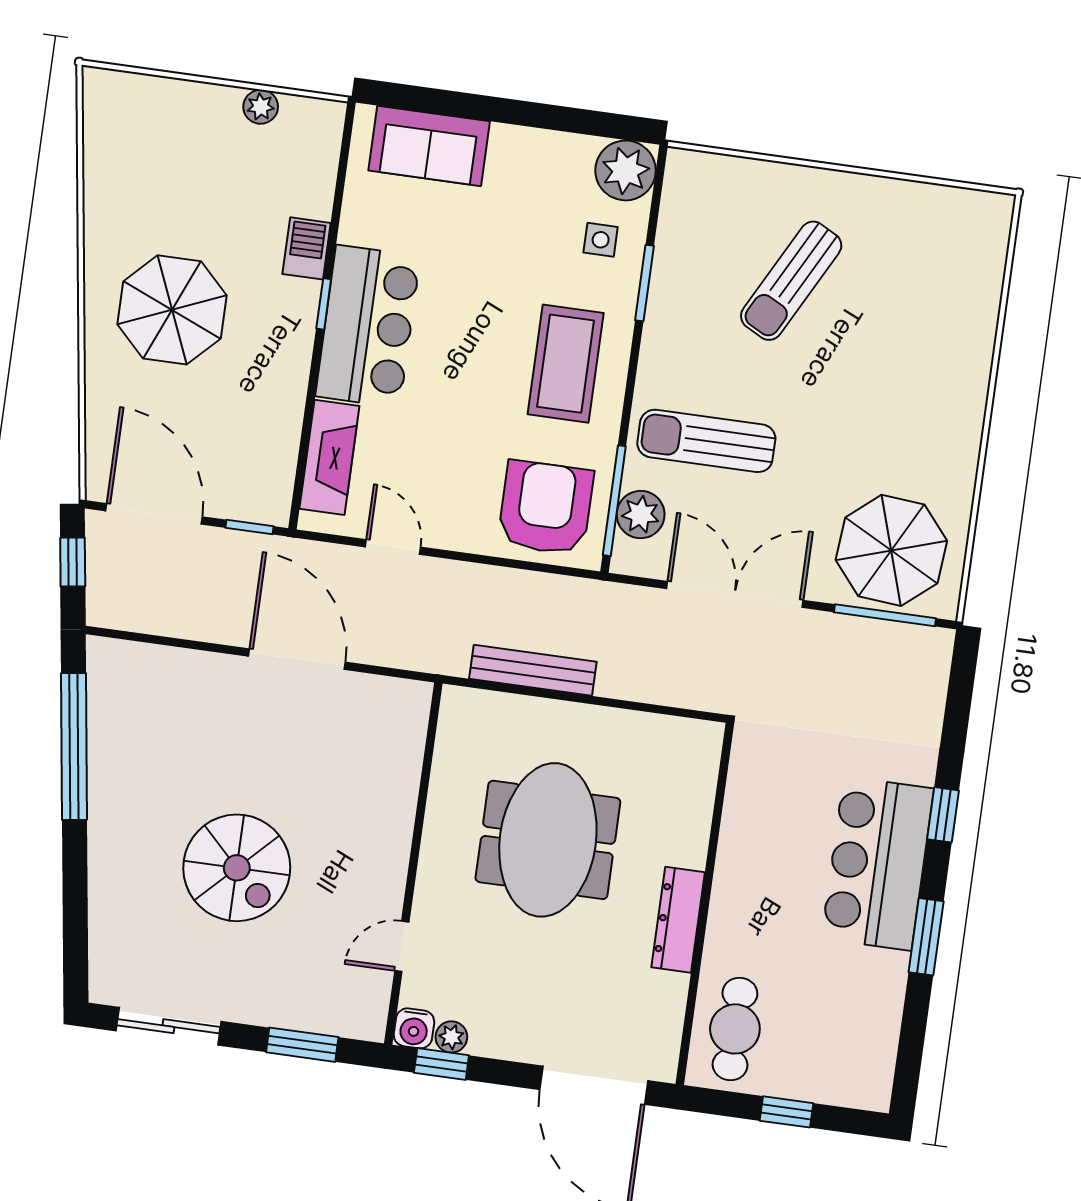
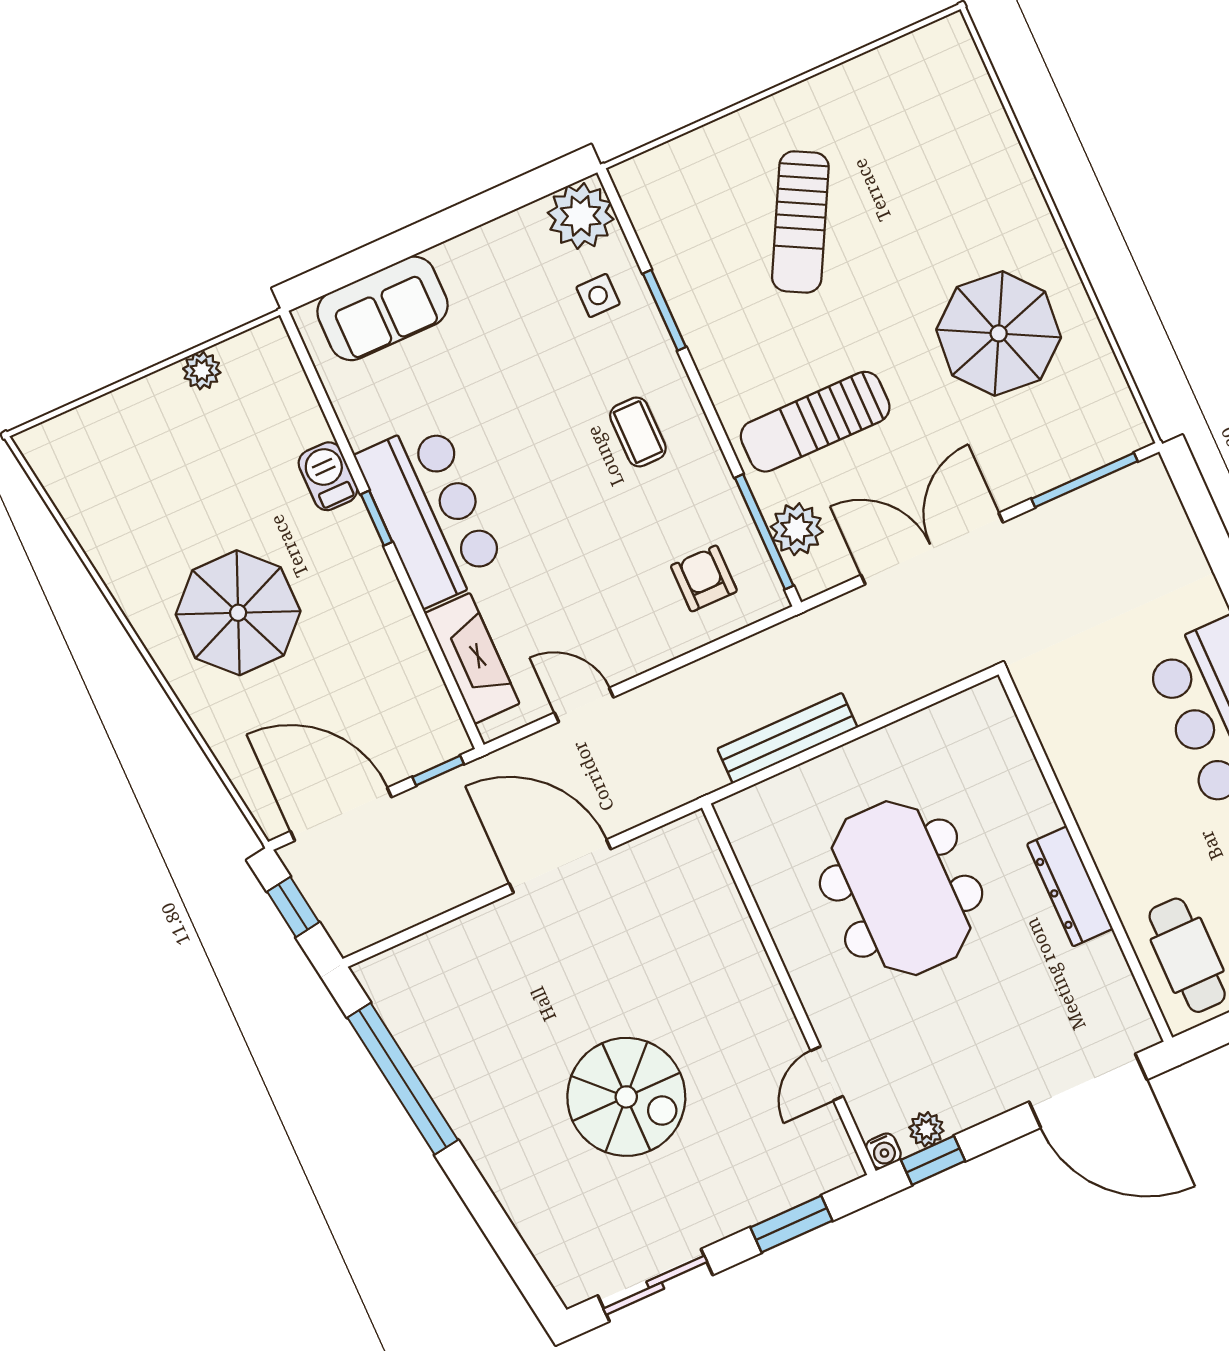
coffee table: (566, 364) -> (638, 432), width x0.54, depth x0.58
armchair: (546, 508) -> (704, 578), width x0.53, depth x0.53
parasol: (891, 550) -> (999, 333), moved
water cooler: (414, 1028) -> (883, 1151), width x0.72, depth x0.72

